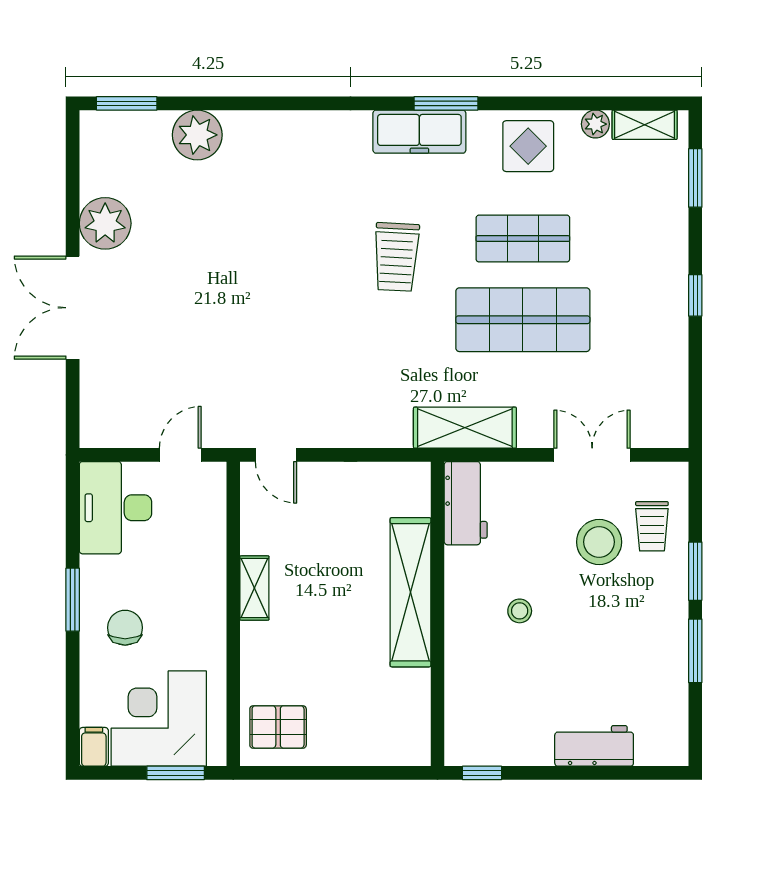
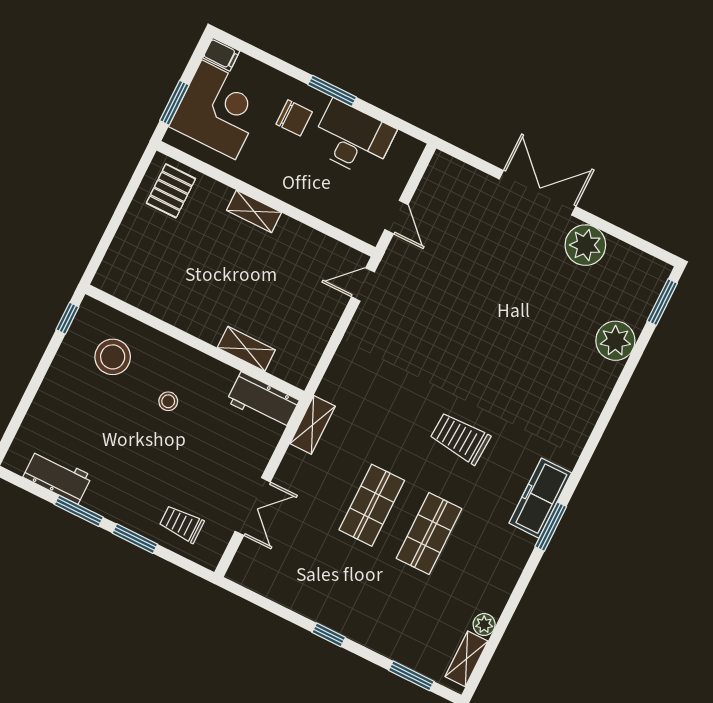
display table: (528, 146) -> (492, 569), removed
shop shelf: (523, 320) -> (372, 505), width x0.70, depth x0.74
shelving: (465, 428) -> (313, 425), width x0.67, depth x0.75
desk: (116, 508) -> (353, 139), moved
stool: (599, 542) -> (113, 357), moved
shelving: (254, 588) -> (254, 211), moved
shelving: (410, 592) -> (246, 349), width x0.45, depth x0.75
workbench: (594, 746) -> (57, 476), moved, turned -90

